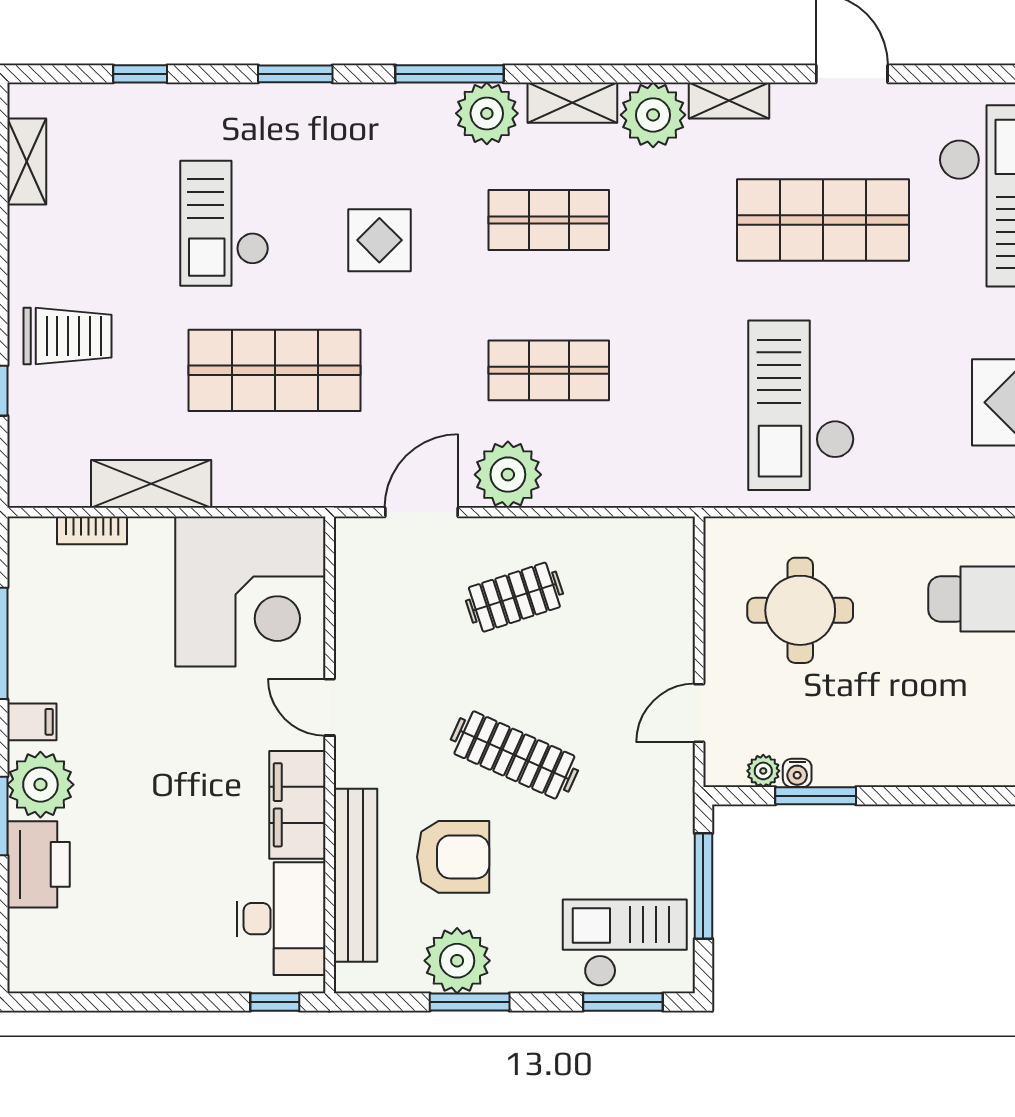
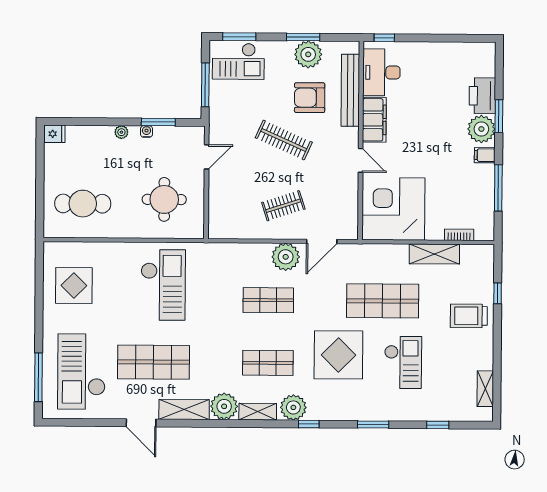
window: (450, 74) -> (309, 424), width x0.46
shelving: (729, 101) -> (184, 410), width x1.50, depth x1.33
display table: (379, 240) -> (338, 355), width x1.86, depth x1.86
plant: (763, 771) -> (121, 132), moved
water cooler: (797, 773) -> (146, 132), moved

